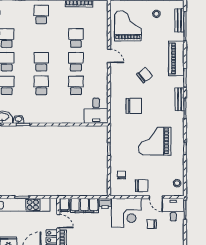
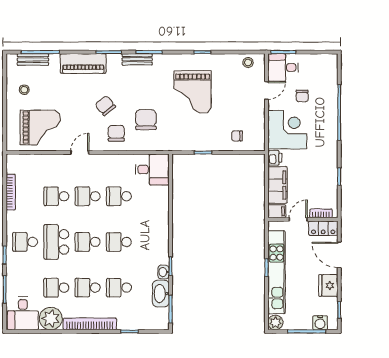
grand piano: (128, 26) -> (40, 127), turned 180
school desk: (41, 38) -> (56, 242), added
chair: (142, 186) -> (116, 133), moved

